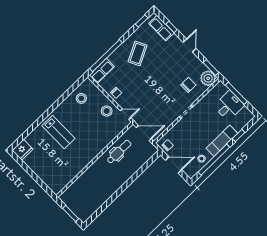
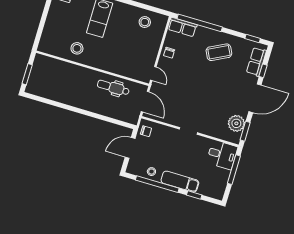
door: (189, 45) -> (255, 98), width x1.87
plant: (208, 78) -> (236, 123), moved
chair: (188, 85) -> (216, 119), removed
desk: (229, 106) -> (222, 155), moved
stool: (107, 111) -> (77, 48), moved
dental chair: (119, 152) -> (113, 88), turned 180
door: (174, 165) -> (130, 148), swing flipped

